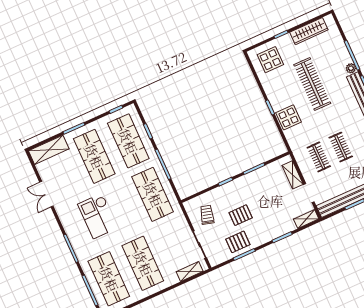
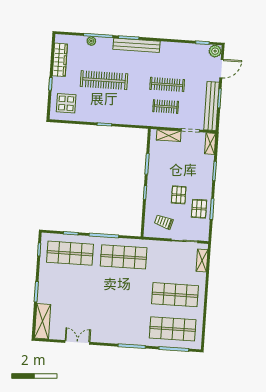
plant: (351, 68) -> (91, 41), moved
display table: (289, 117) -> (121, 114), removed
clothes rail: (341, 147) -> (167, 84), width x1.36
shop shelf: (94, 156) -> (68, 287), removed
double door: (46, 194) -> (77, 342), swing flipped
checkout: (98, 216) -> (117, 311), removed

